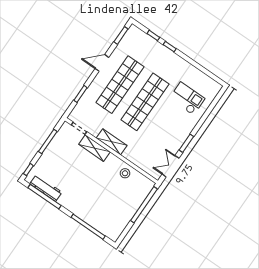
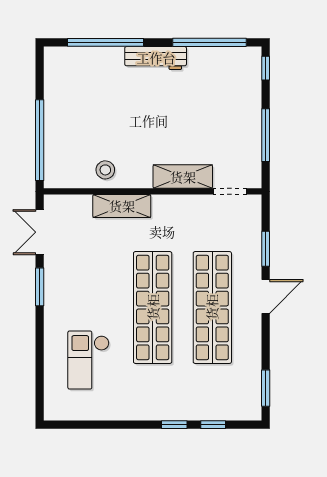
door: (102, 63) -> (266, 296), moved
checkout: (187, 98) -> (88, 360), turned 90
shelving: (112, 142) -> (122, 206), moved
double door: (171, 166) -> (40, 232), swing flipped
workbench: (46, 188) -> (156, 58), moved

